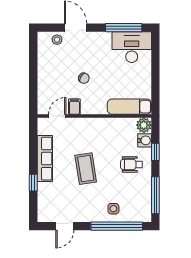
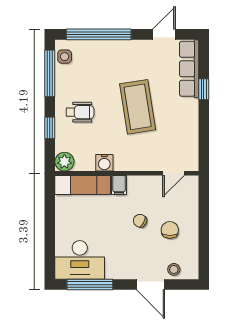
chair: (60, 71) -> (170, 230), added
filing cabinet: (74, 107) -> (119, 185), moved
water cooler: (145, 140) -> (104, 163), moved, turned -90
row of seats: (45, 159) -> (189, 69), moved
coffee table: (86, 169) -> (138, 107), width x1.36, depth x1.32
side table: (113, 209) -> (65, 57), moved

